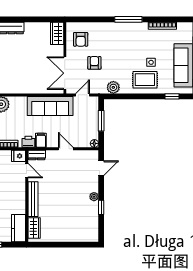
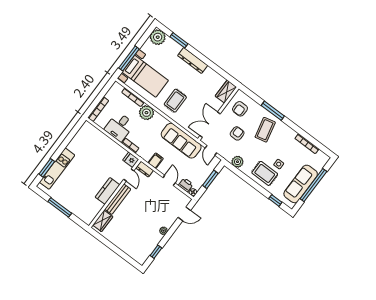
window: (128, 19) -> (273, 111), moved
coffee table: (117, 41) -> (265, 130), added
rug: (19, 75) -> (175, 101), added
door: (82, 95) -> (211, 150), swing flipped
printer: (28, 142) -> (186, 185), moved
window: (101, 207) -> (156, 252), moved
kitchen counter: (19, 228) -> (107, 191), moved

